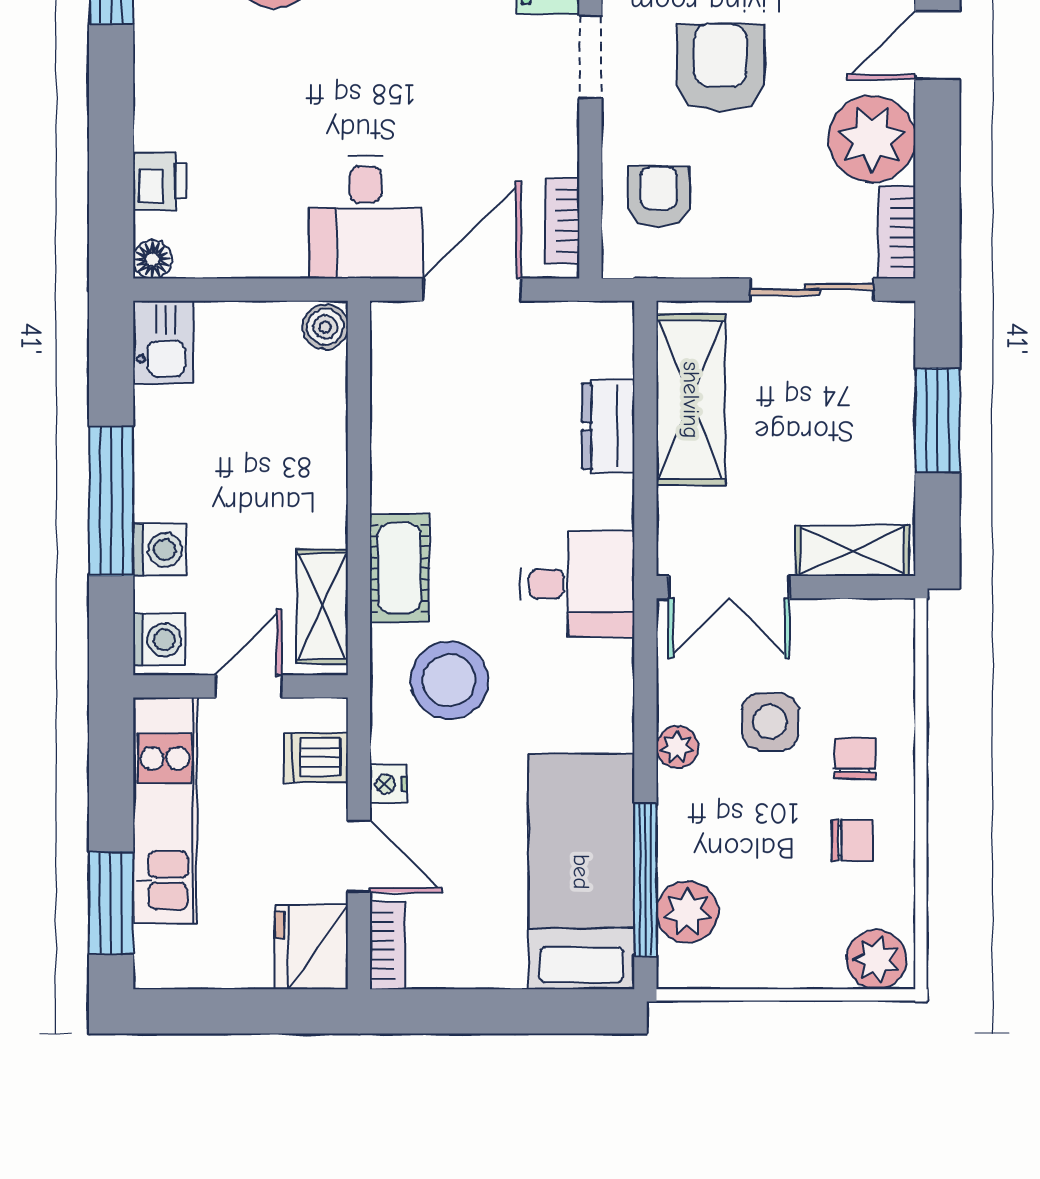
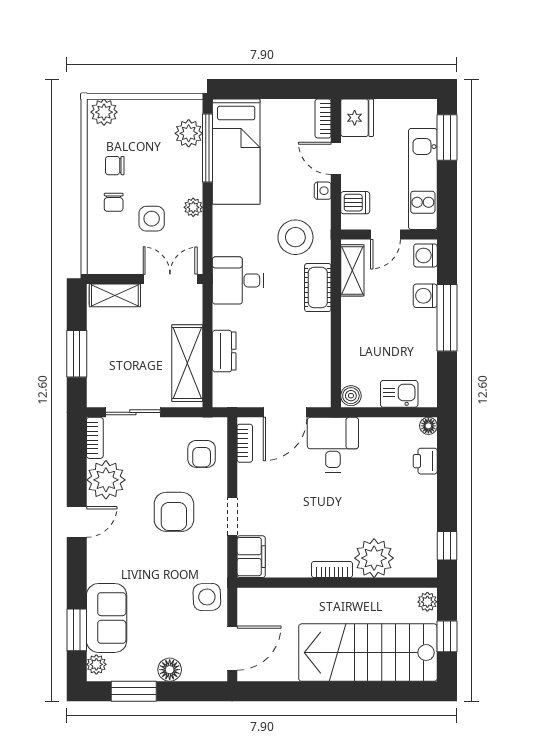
kitchen sink: (163, 342) -> (399, 394), moved, turned 90

